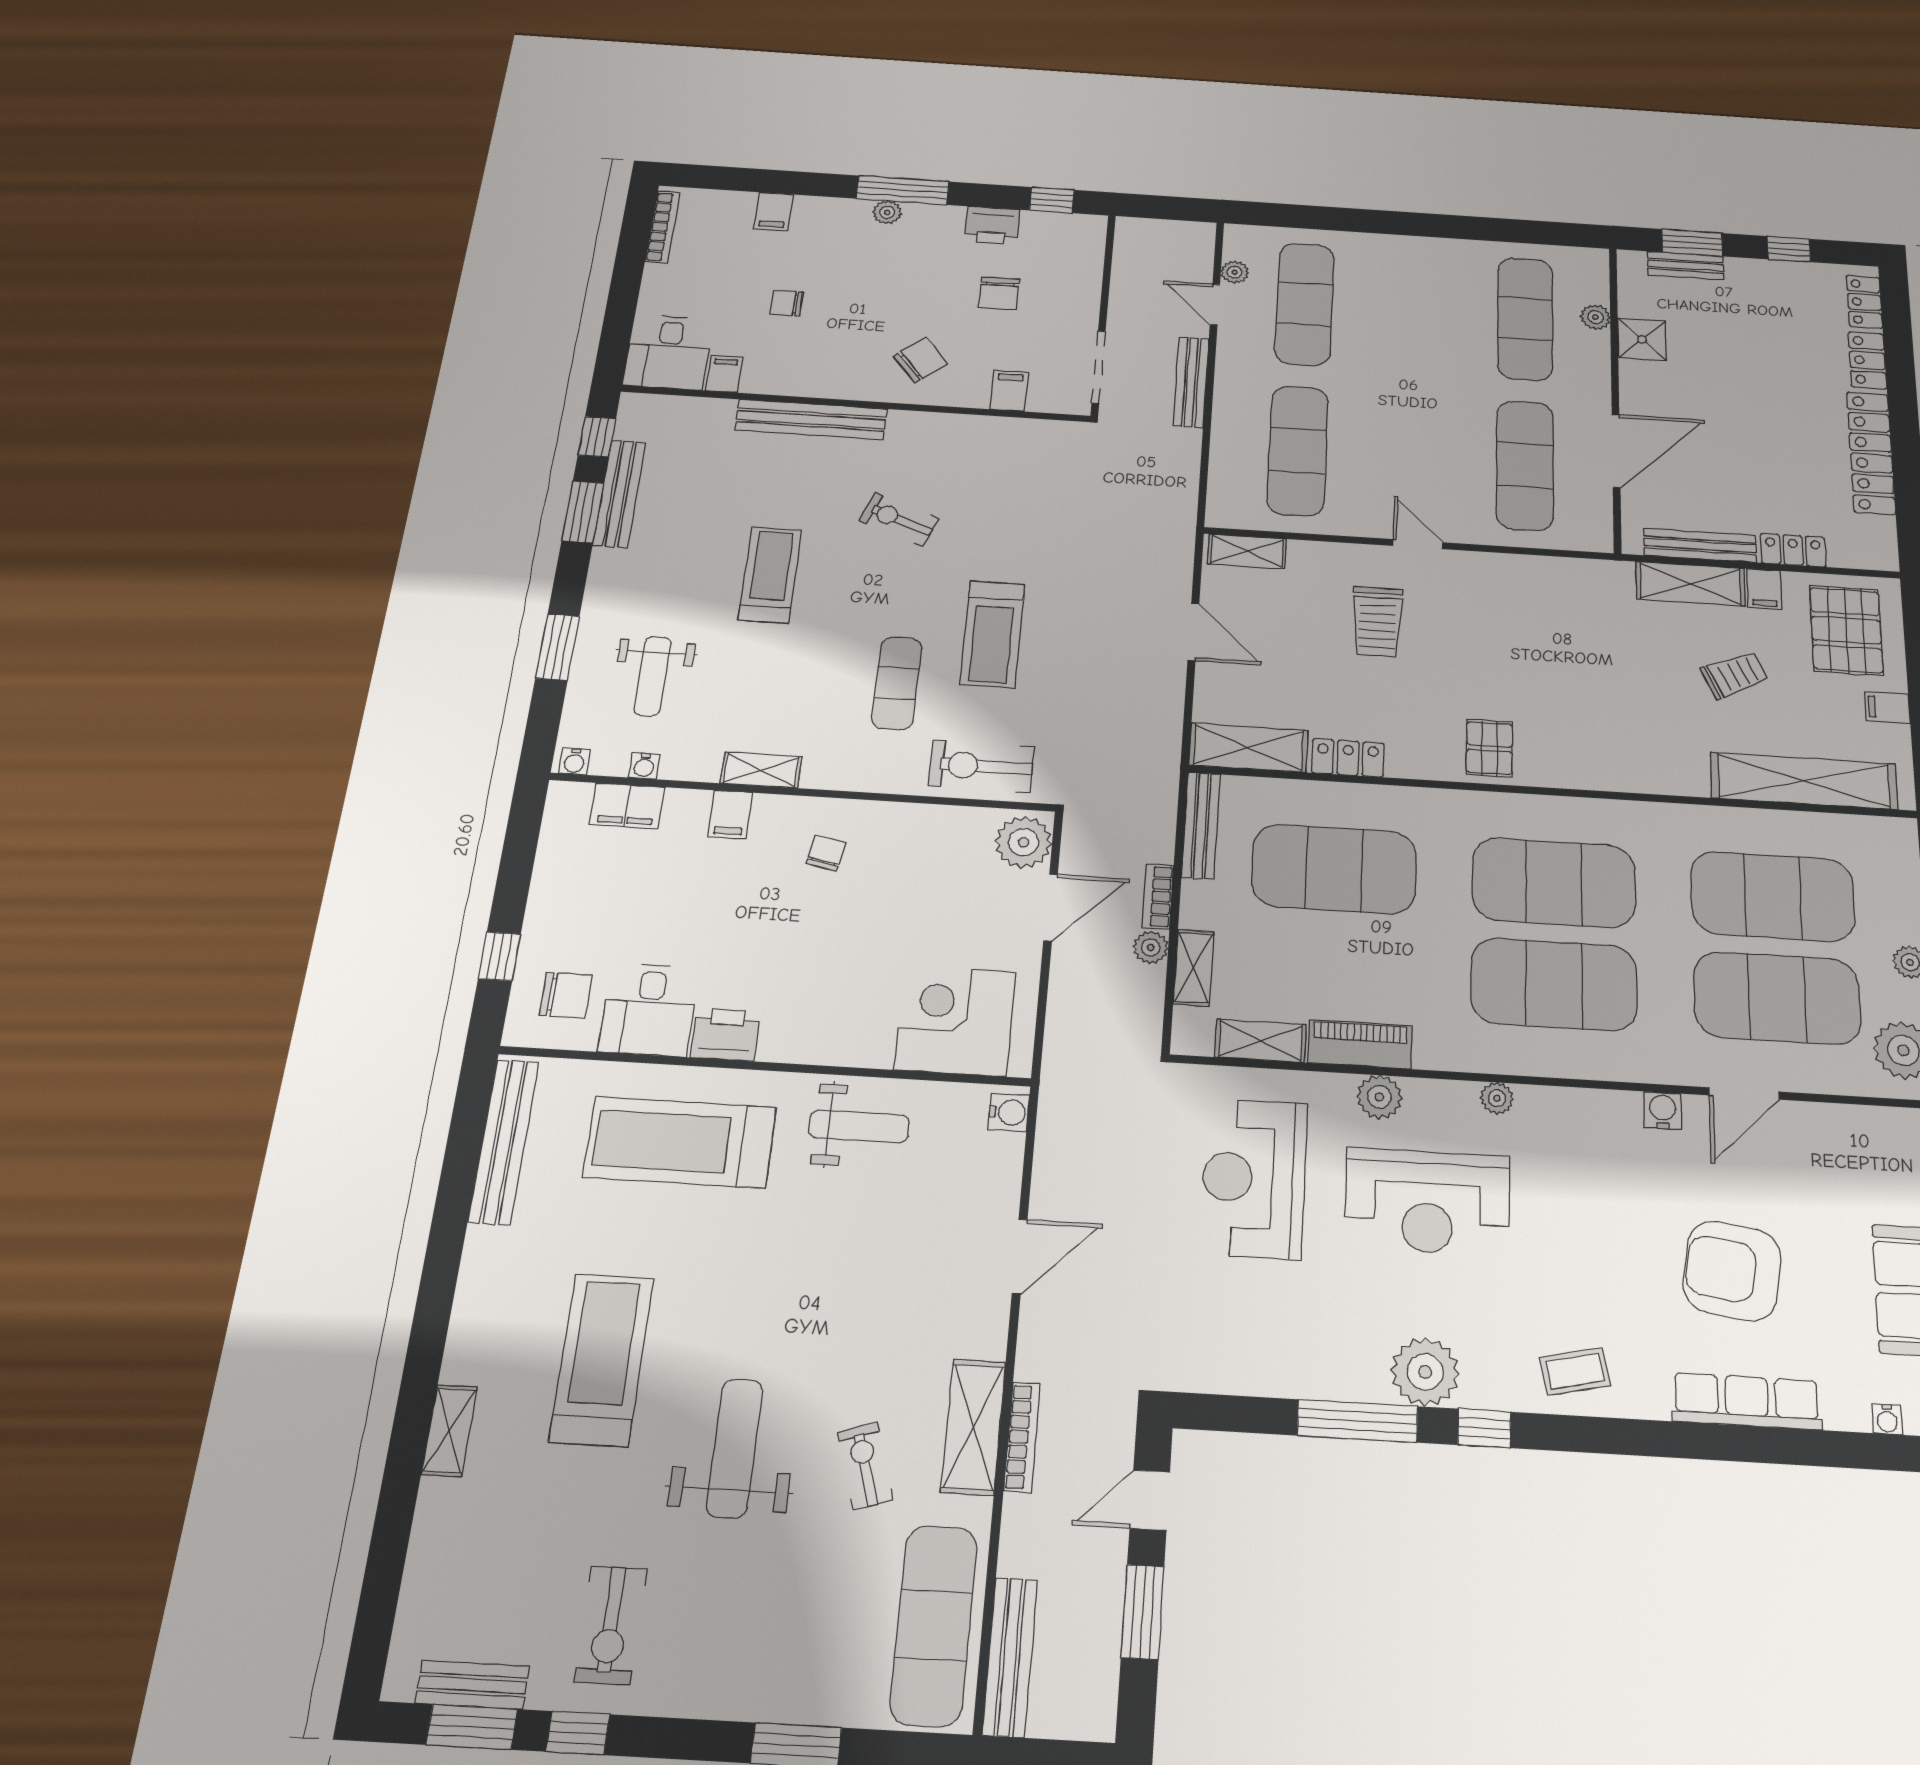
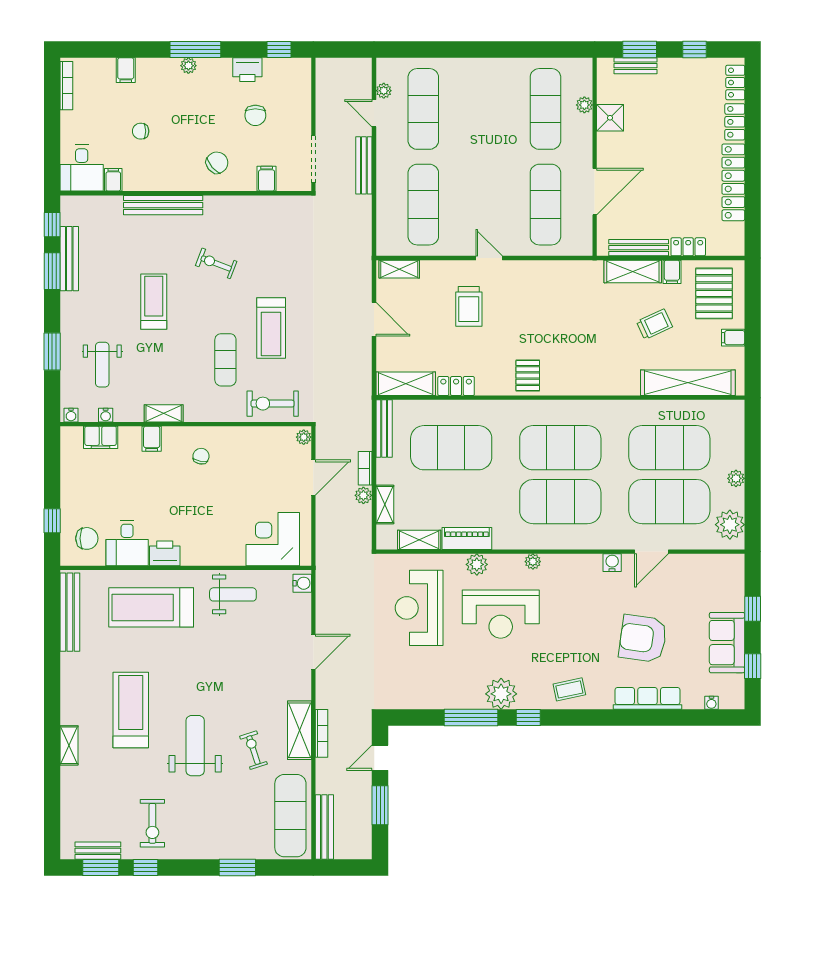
plant: (1023, 842) -> (304, 437), width x0.53, depth x0.53

